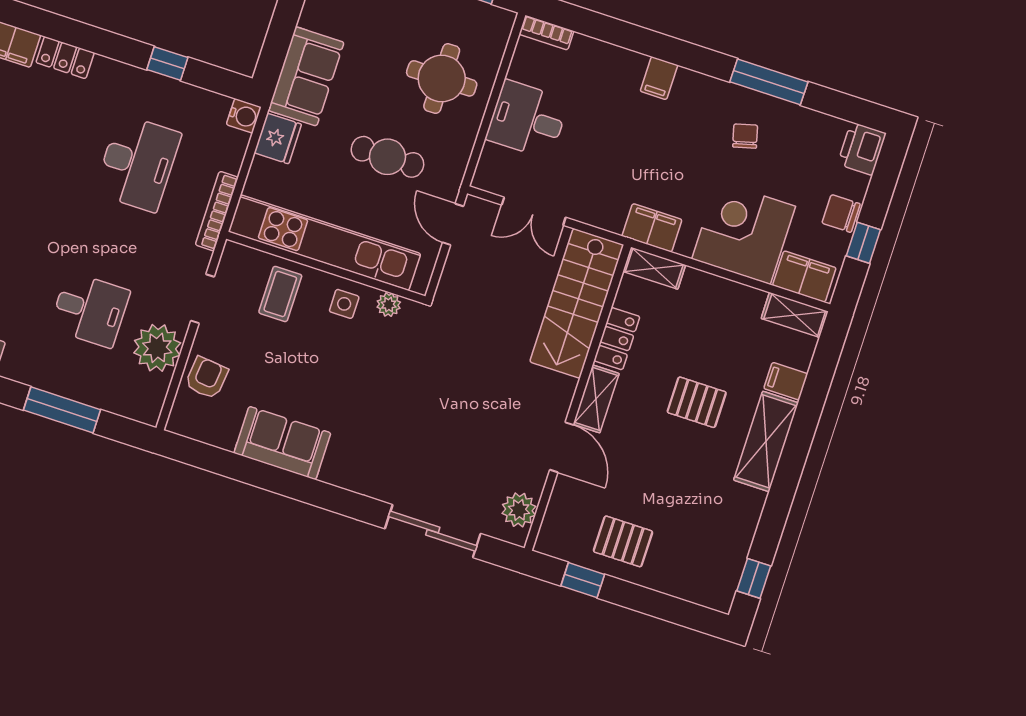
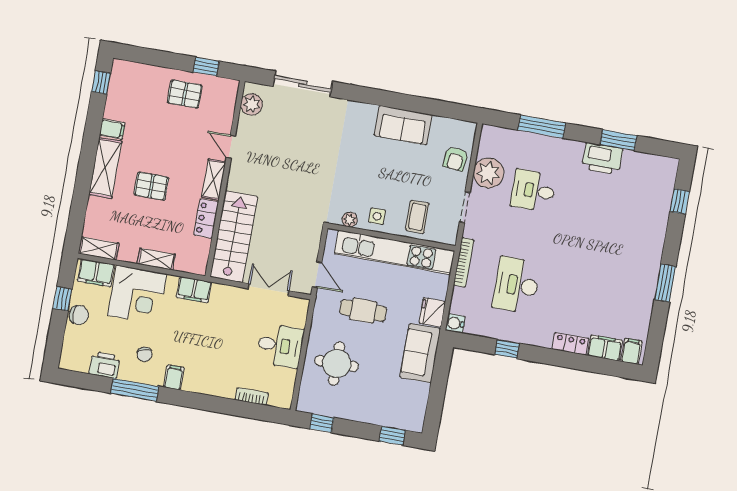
bookcase: (546, 33) -> (252, 396), moved
filing cabinet: (659, 78) -> (174, 377), moved
printer: (862, 149) -> (105, 365), moved, turned -90
shelving: (654, 268) -> (156, 259), moved
filing cabinet: (786, 381) -> (112, 129), moved
door: (562, 447) -> (231, 147), width x0.73

